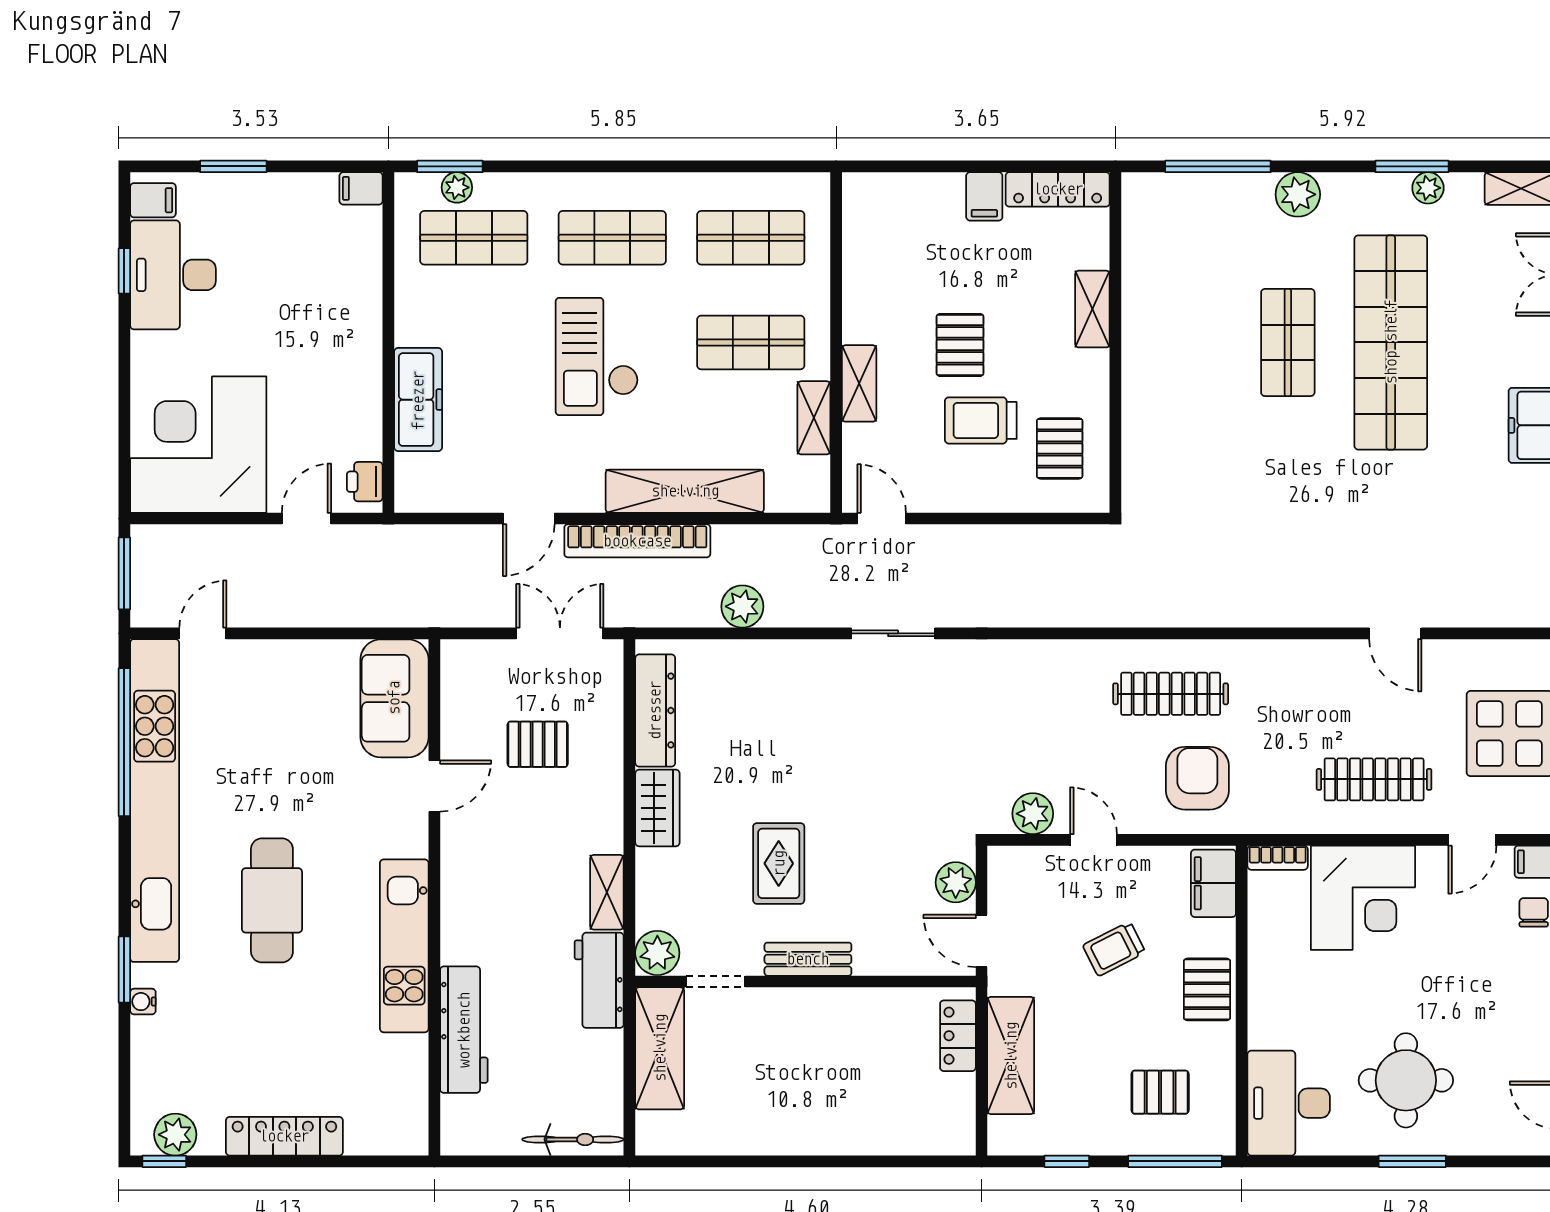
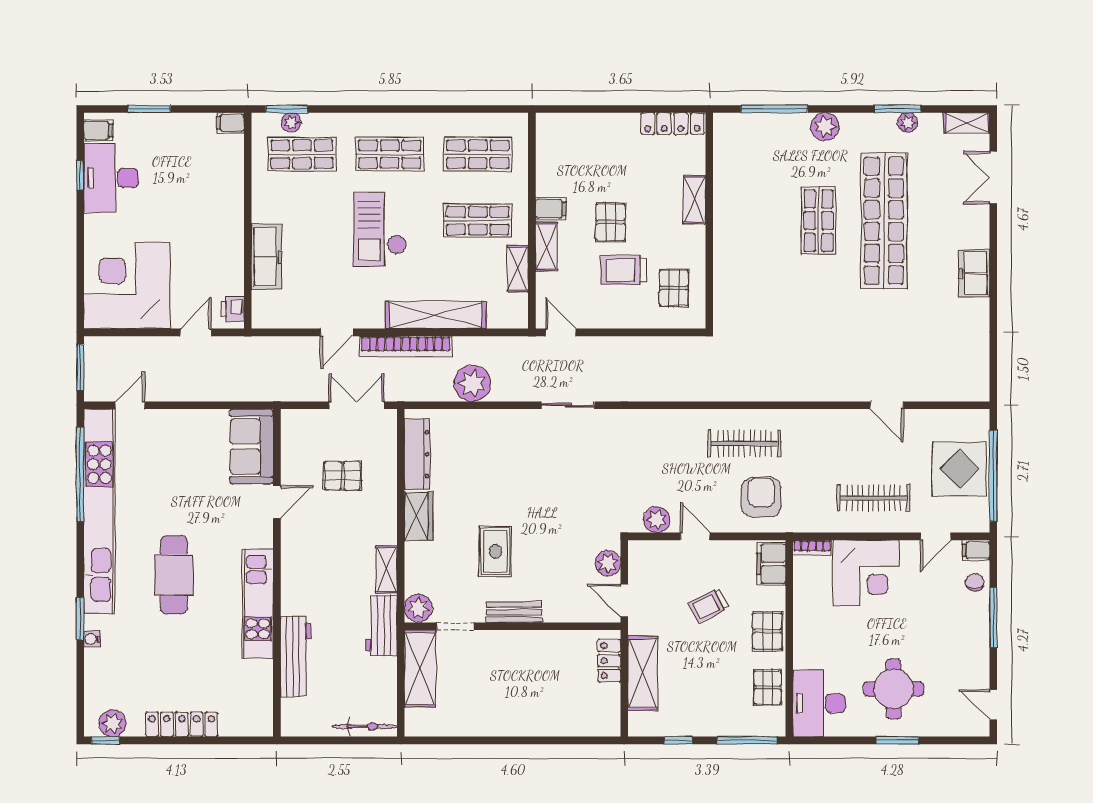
filing cabinet: (984, 196) -> (551, 209), moved, turned -90
plant: (742, 606) -> (472, 383), width x1.36, depth x1.36
pallet: (1160, 1092) -> (768, 687), moved, turned 90

